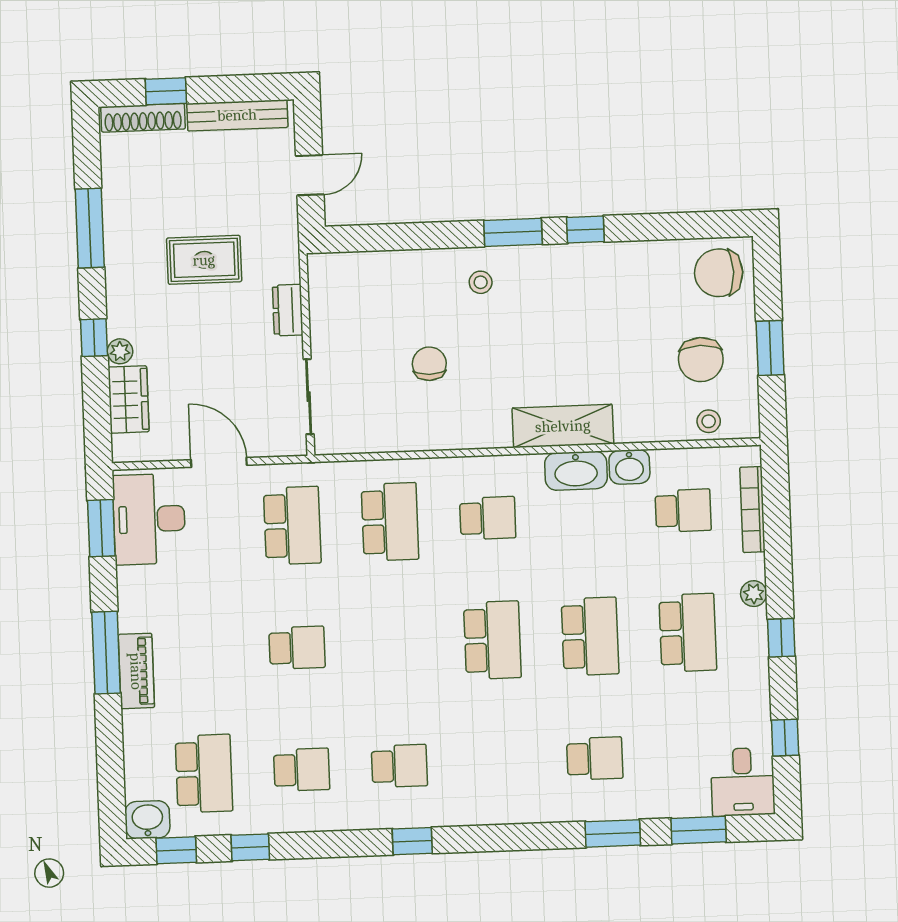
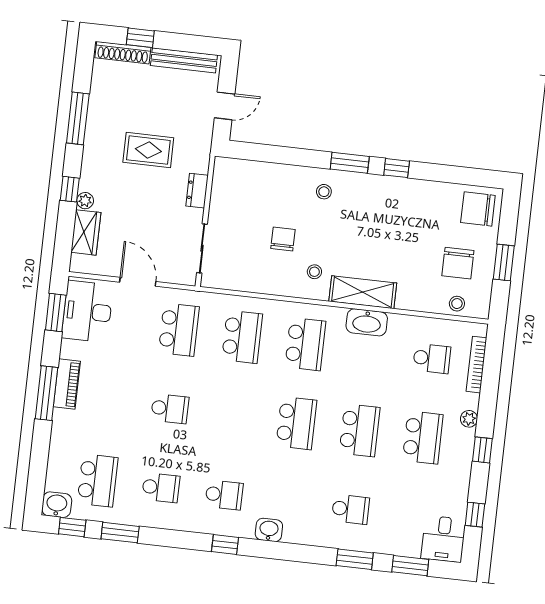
stool: (485, 406) -> (314, 272), added
washbasin: (629, 467) -> (269, 530), moved, turned 180
school desk: (488, 518) -> (305, 344), width x1.85
piano: (136, 671) -> (67, 384), moved
window: (250, 847) -> (120, 533), width x1.50

